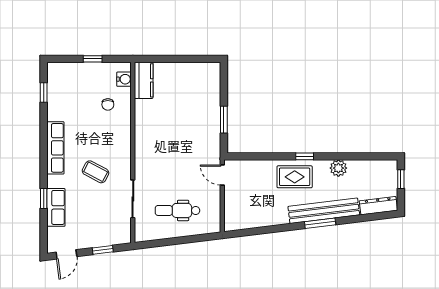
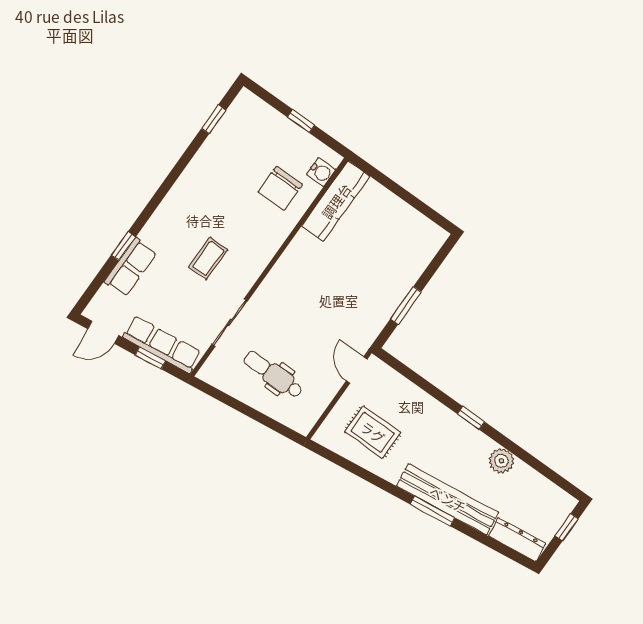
kitchen counter: (144, 80) -> (336, 201), width x1.50
chair: (108, 104) -> (280, 188), width x1.87, depth x1.87
row of seats: (55, 148) -> (162, 344), moved, turned -97
coffee table: (96, 172) -> (208, 258), turned 62
rug: (295, 177) -> (373, 432), moved

